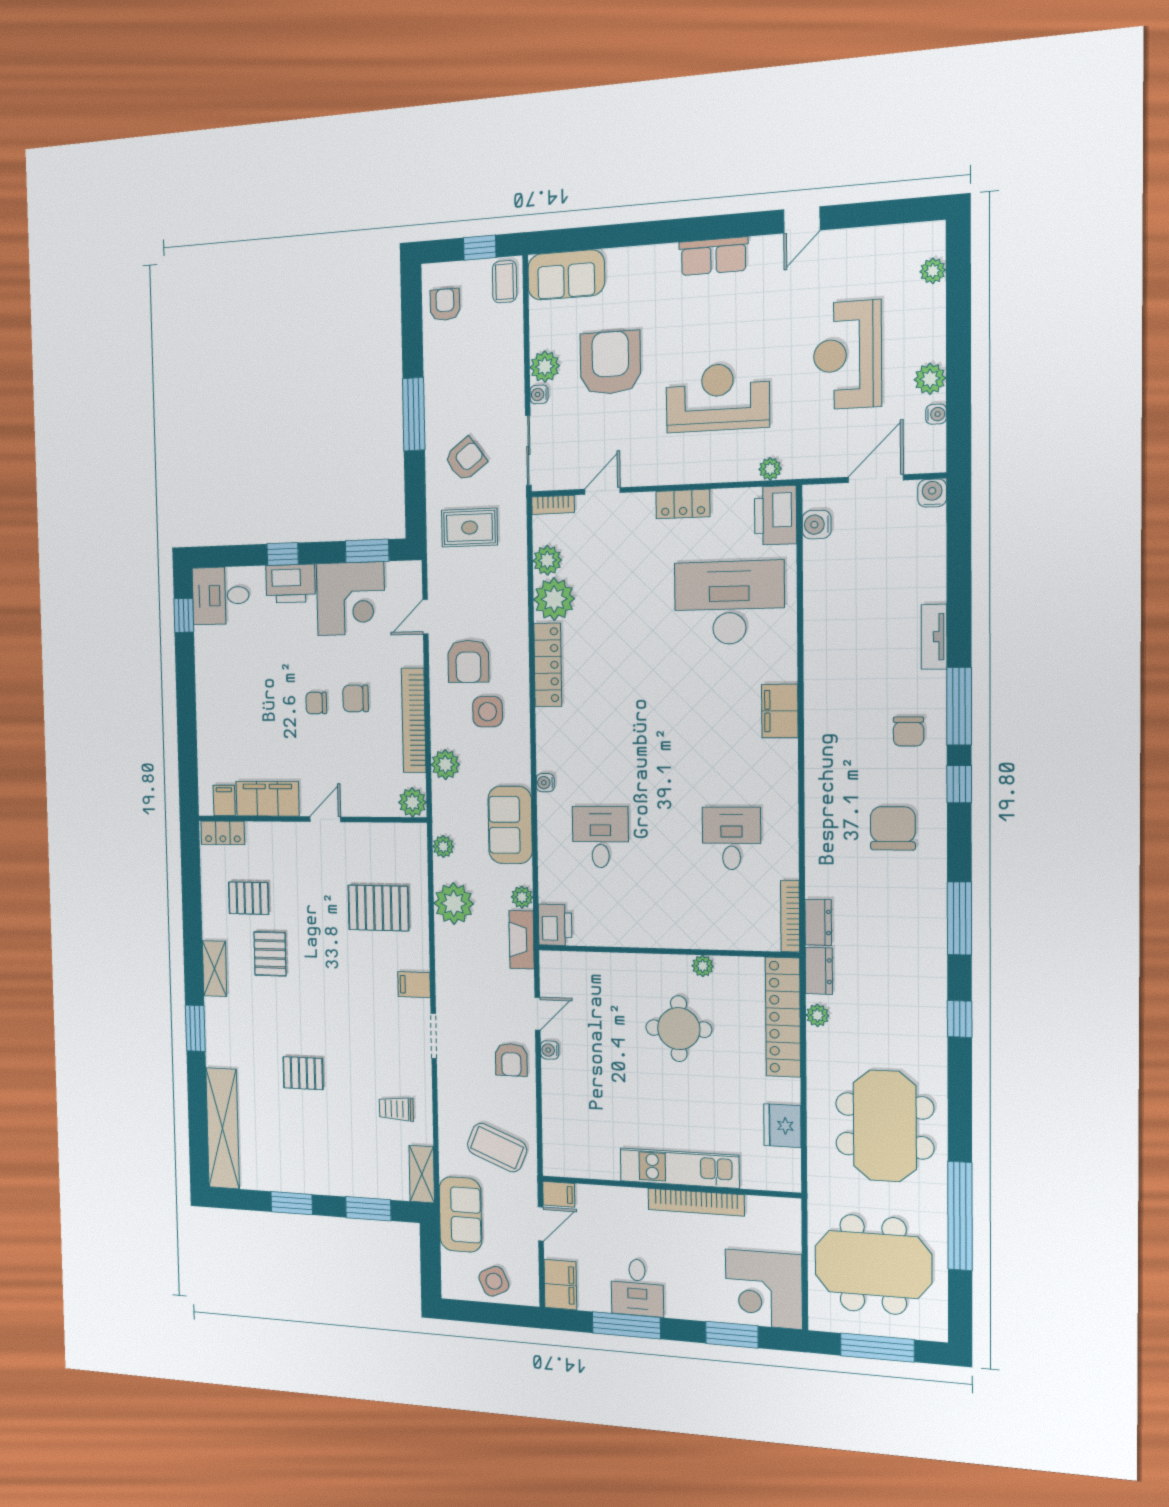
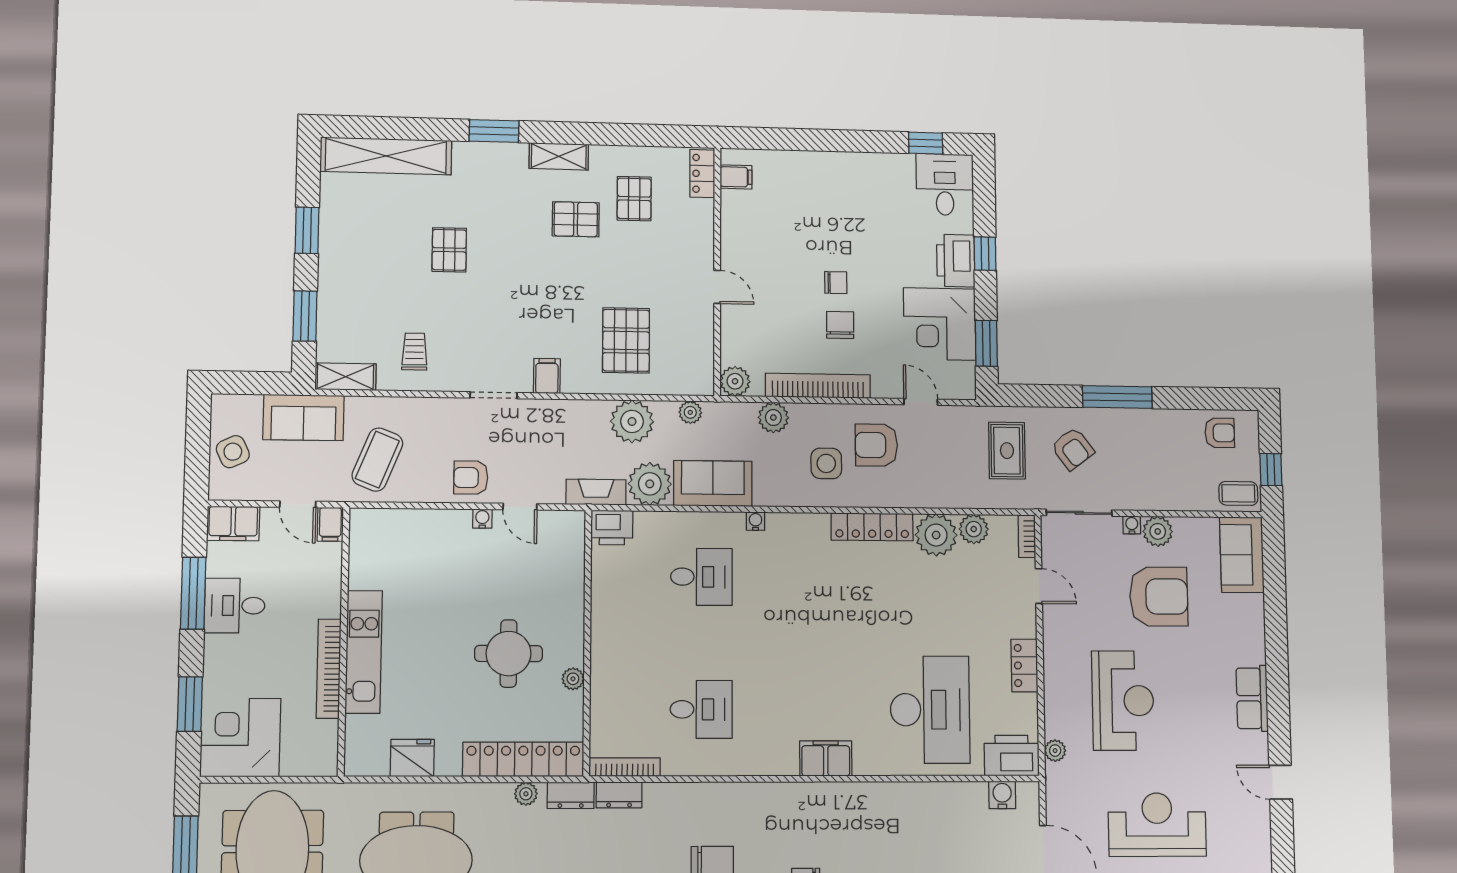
chair: (316, 703) -> (836, 283), turned 90
filing cabinet: (268, 799) -> (738, 225), removed
plant: (522, 897) -> (650, 484), width x1.88, depth x1.88

